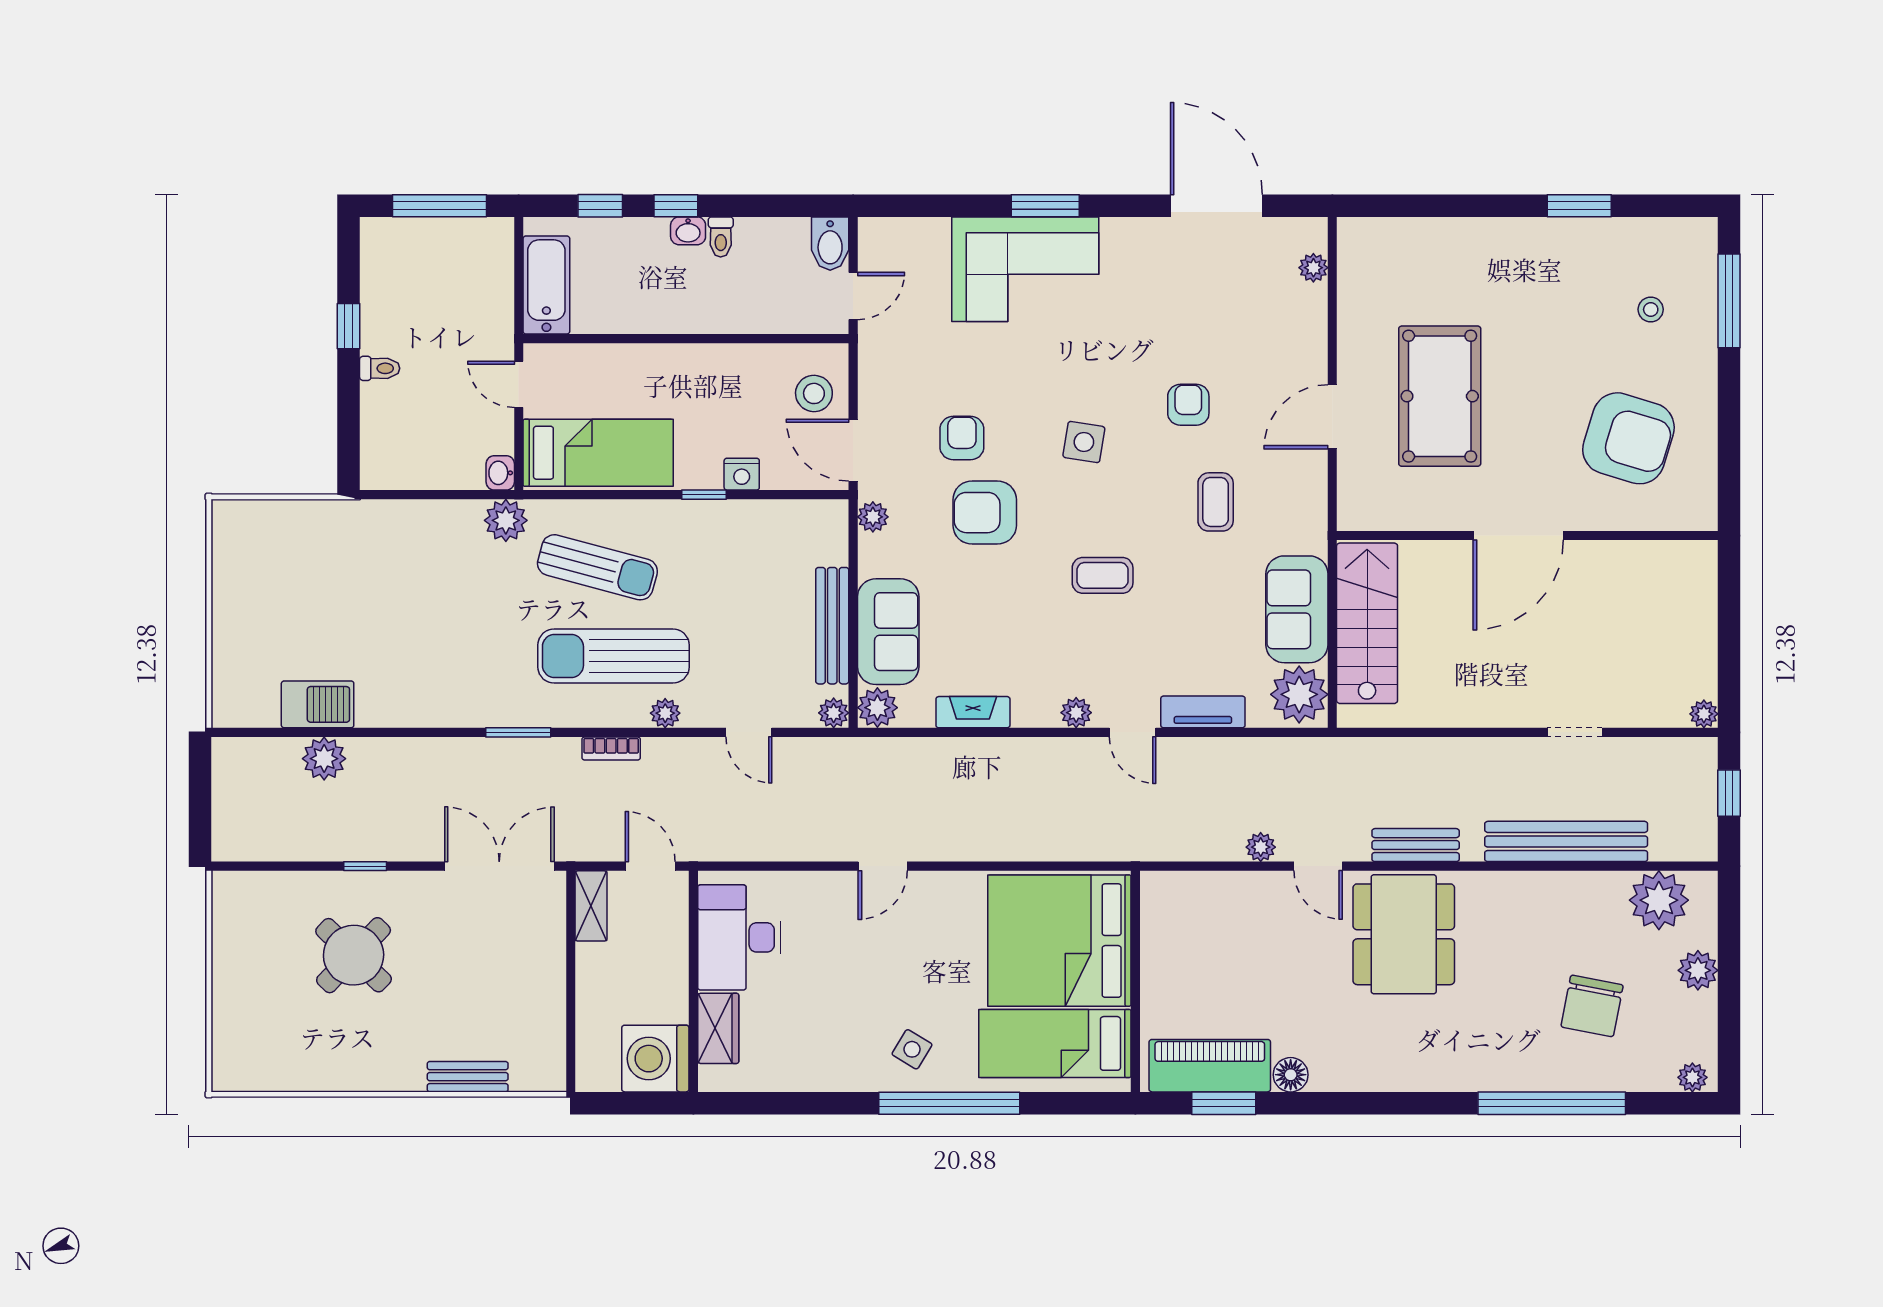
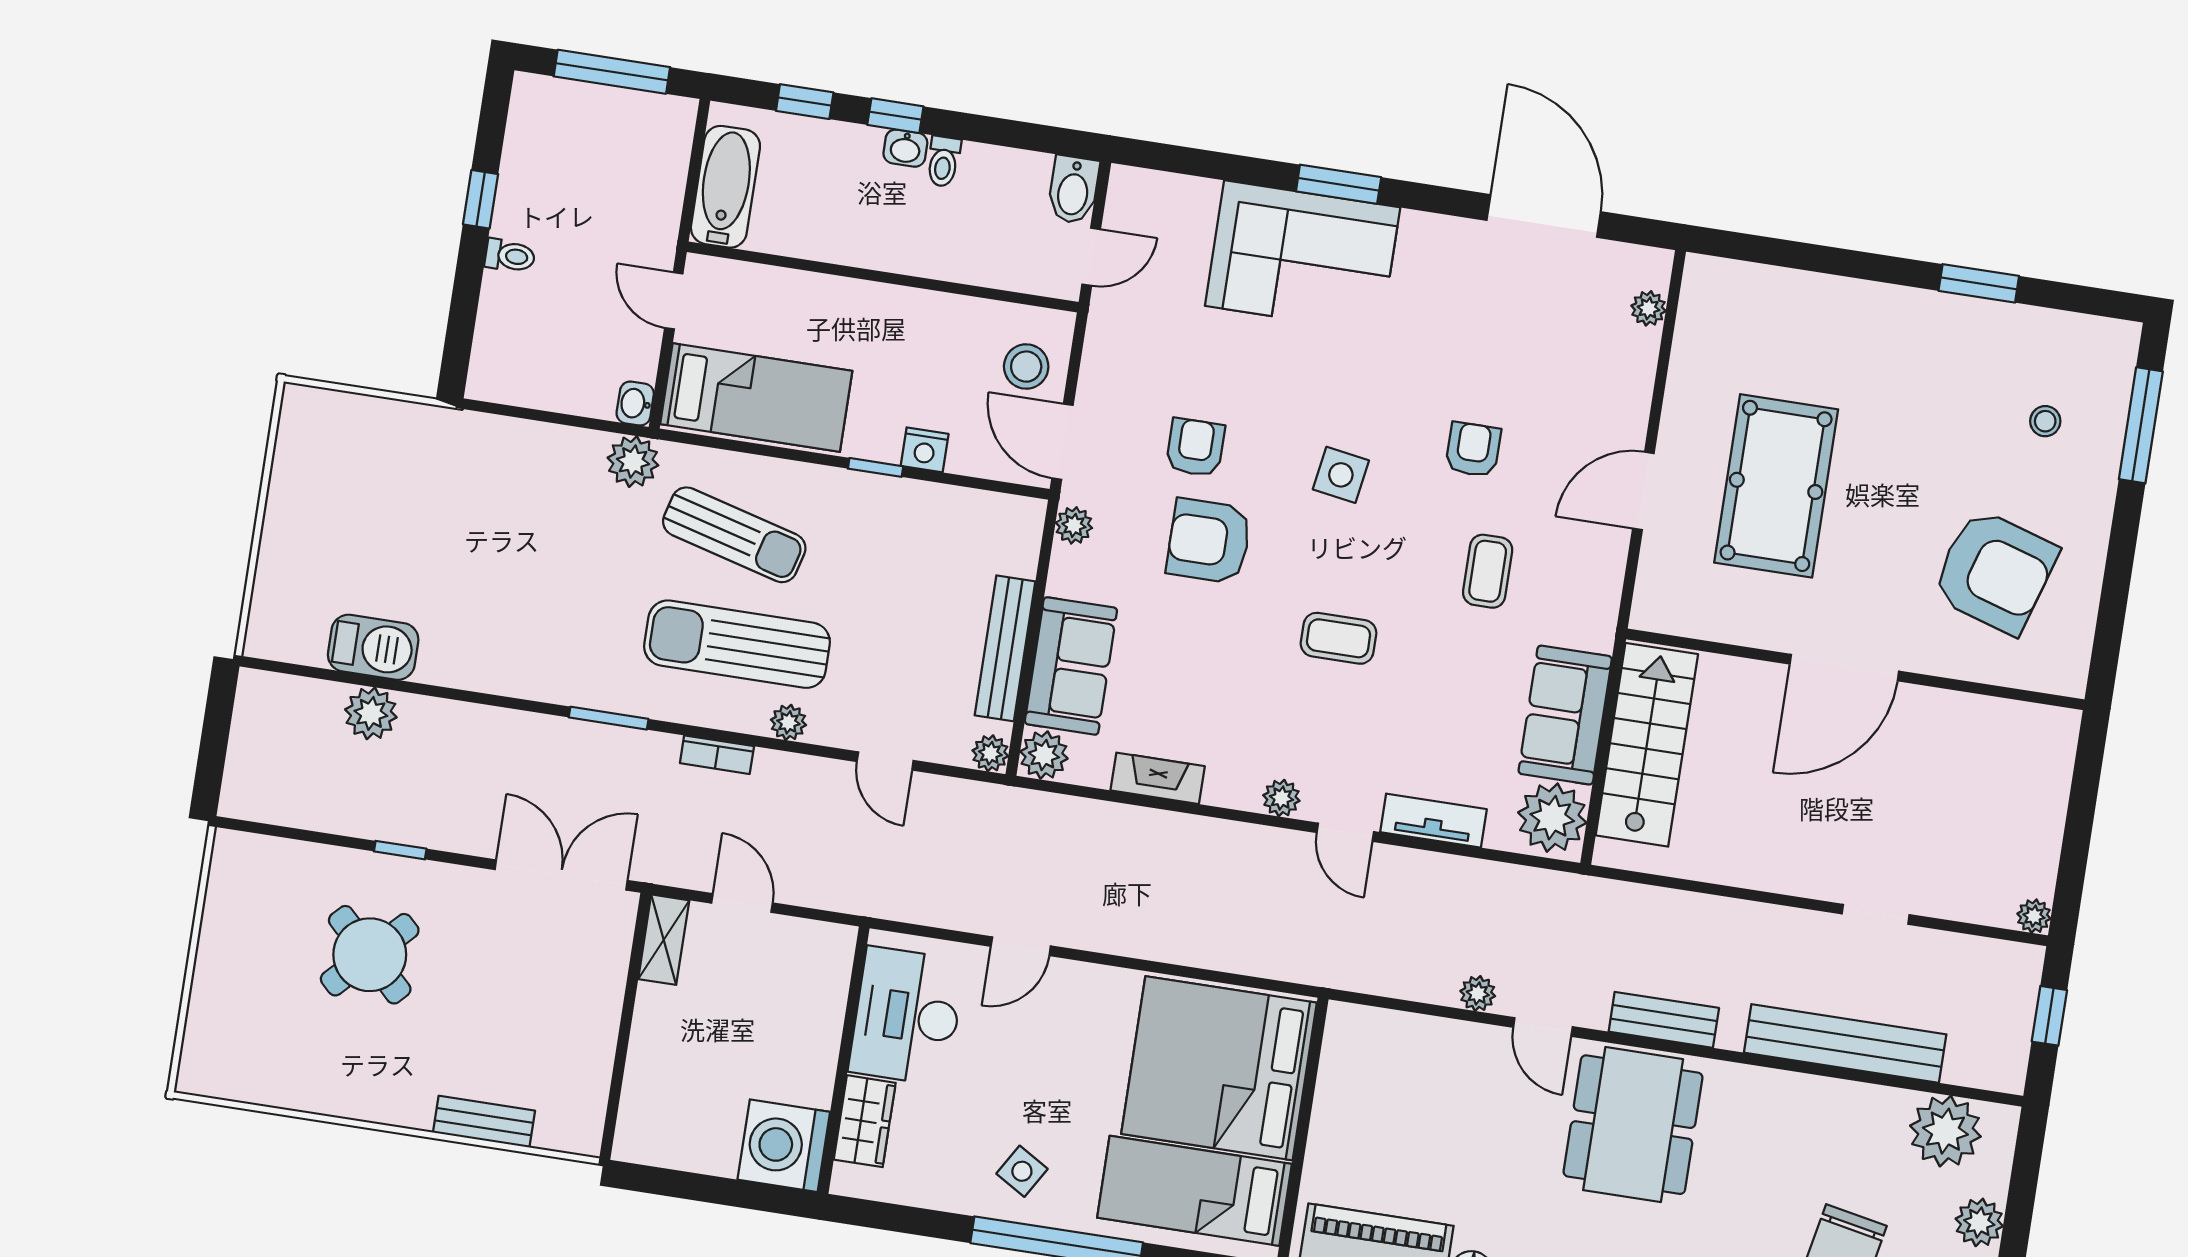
desk: (739, 937) -> (907, 1016), moved
wall: (693, 981) -> (844, 1060), moved
wardrobe: (718, 1028) -> (865, 1121), moved
washing machine: (655, 1059) -> (784, 1146), moved

